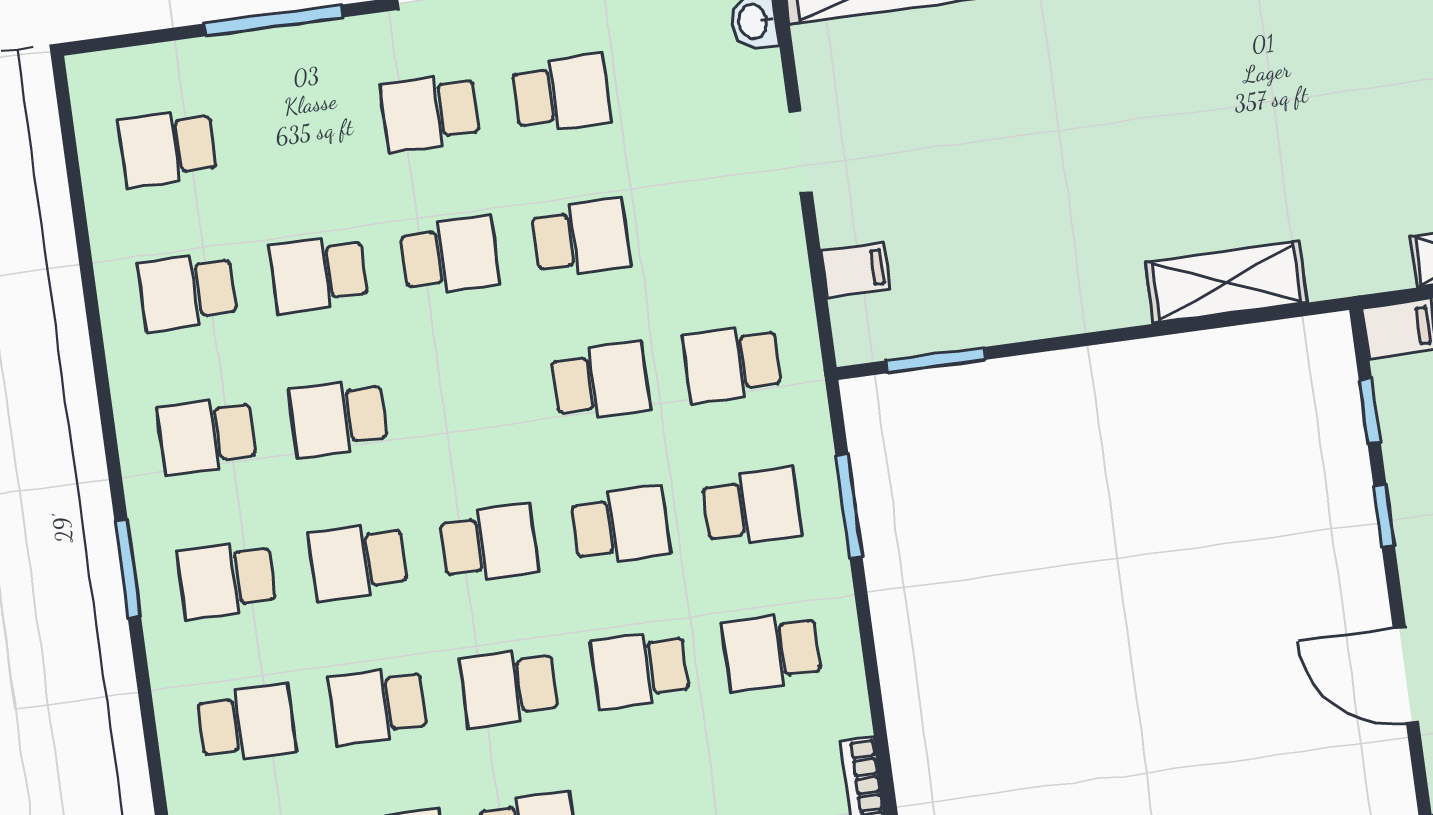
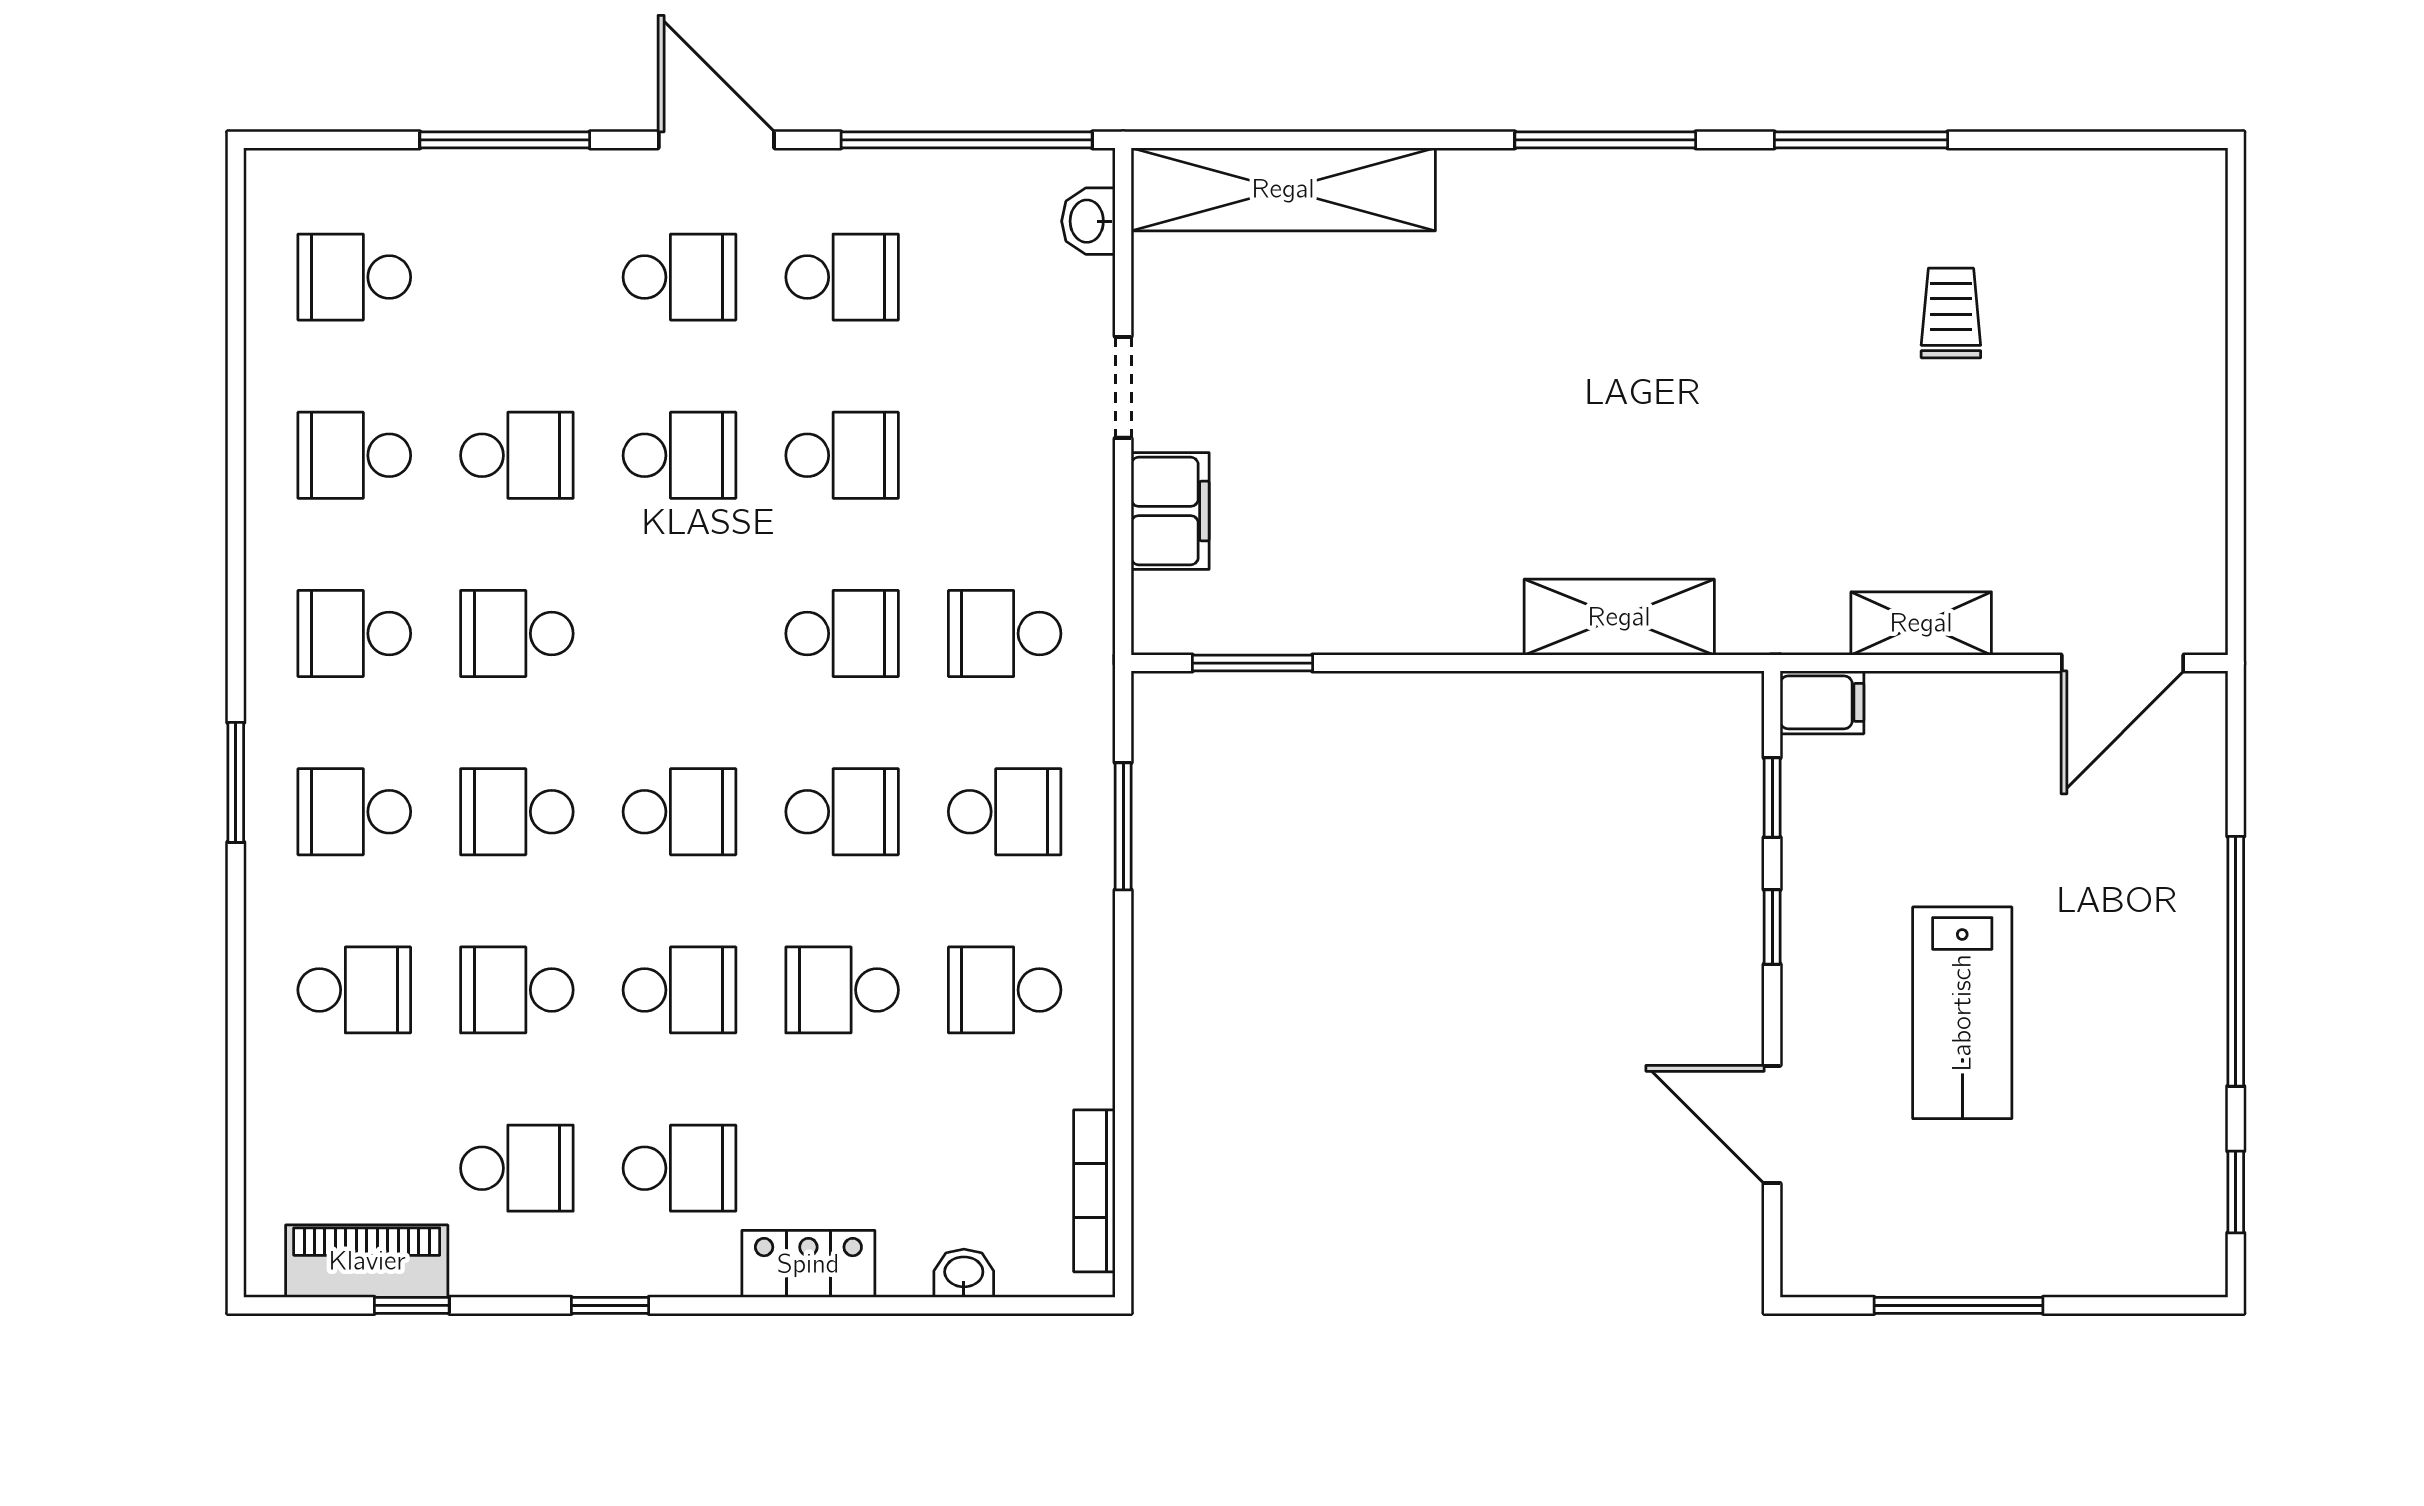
school desk: (430, 112) -> (679, 277), turned 180
filing cabinet: (855, 270) -> (1170, 511), width x2.00
school desk: (319, 274) -> (517, 455), turned 180
school desk: (509, 687) -> (679, 990), turned 180

